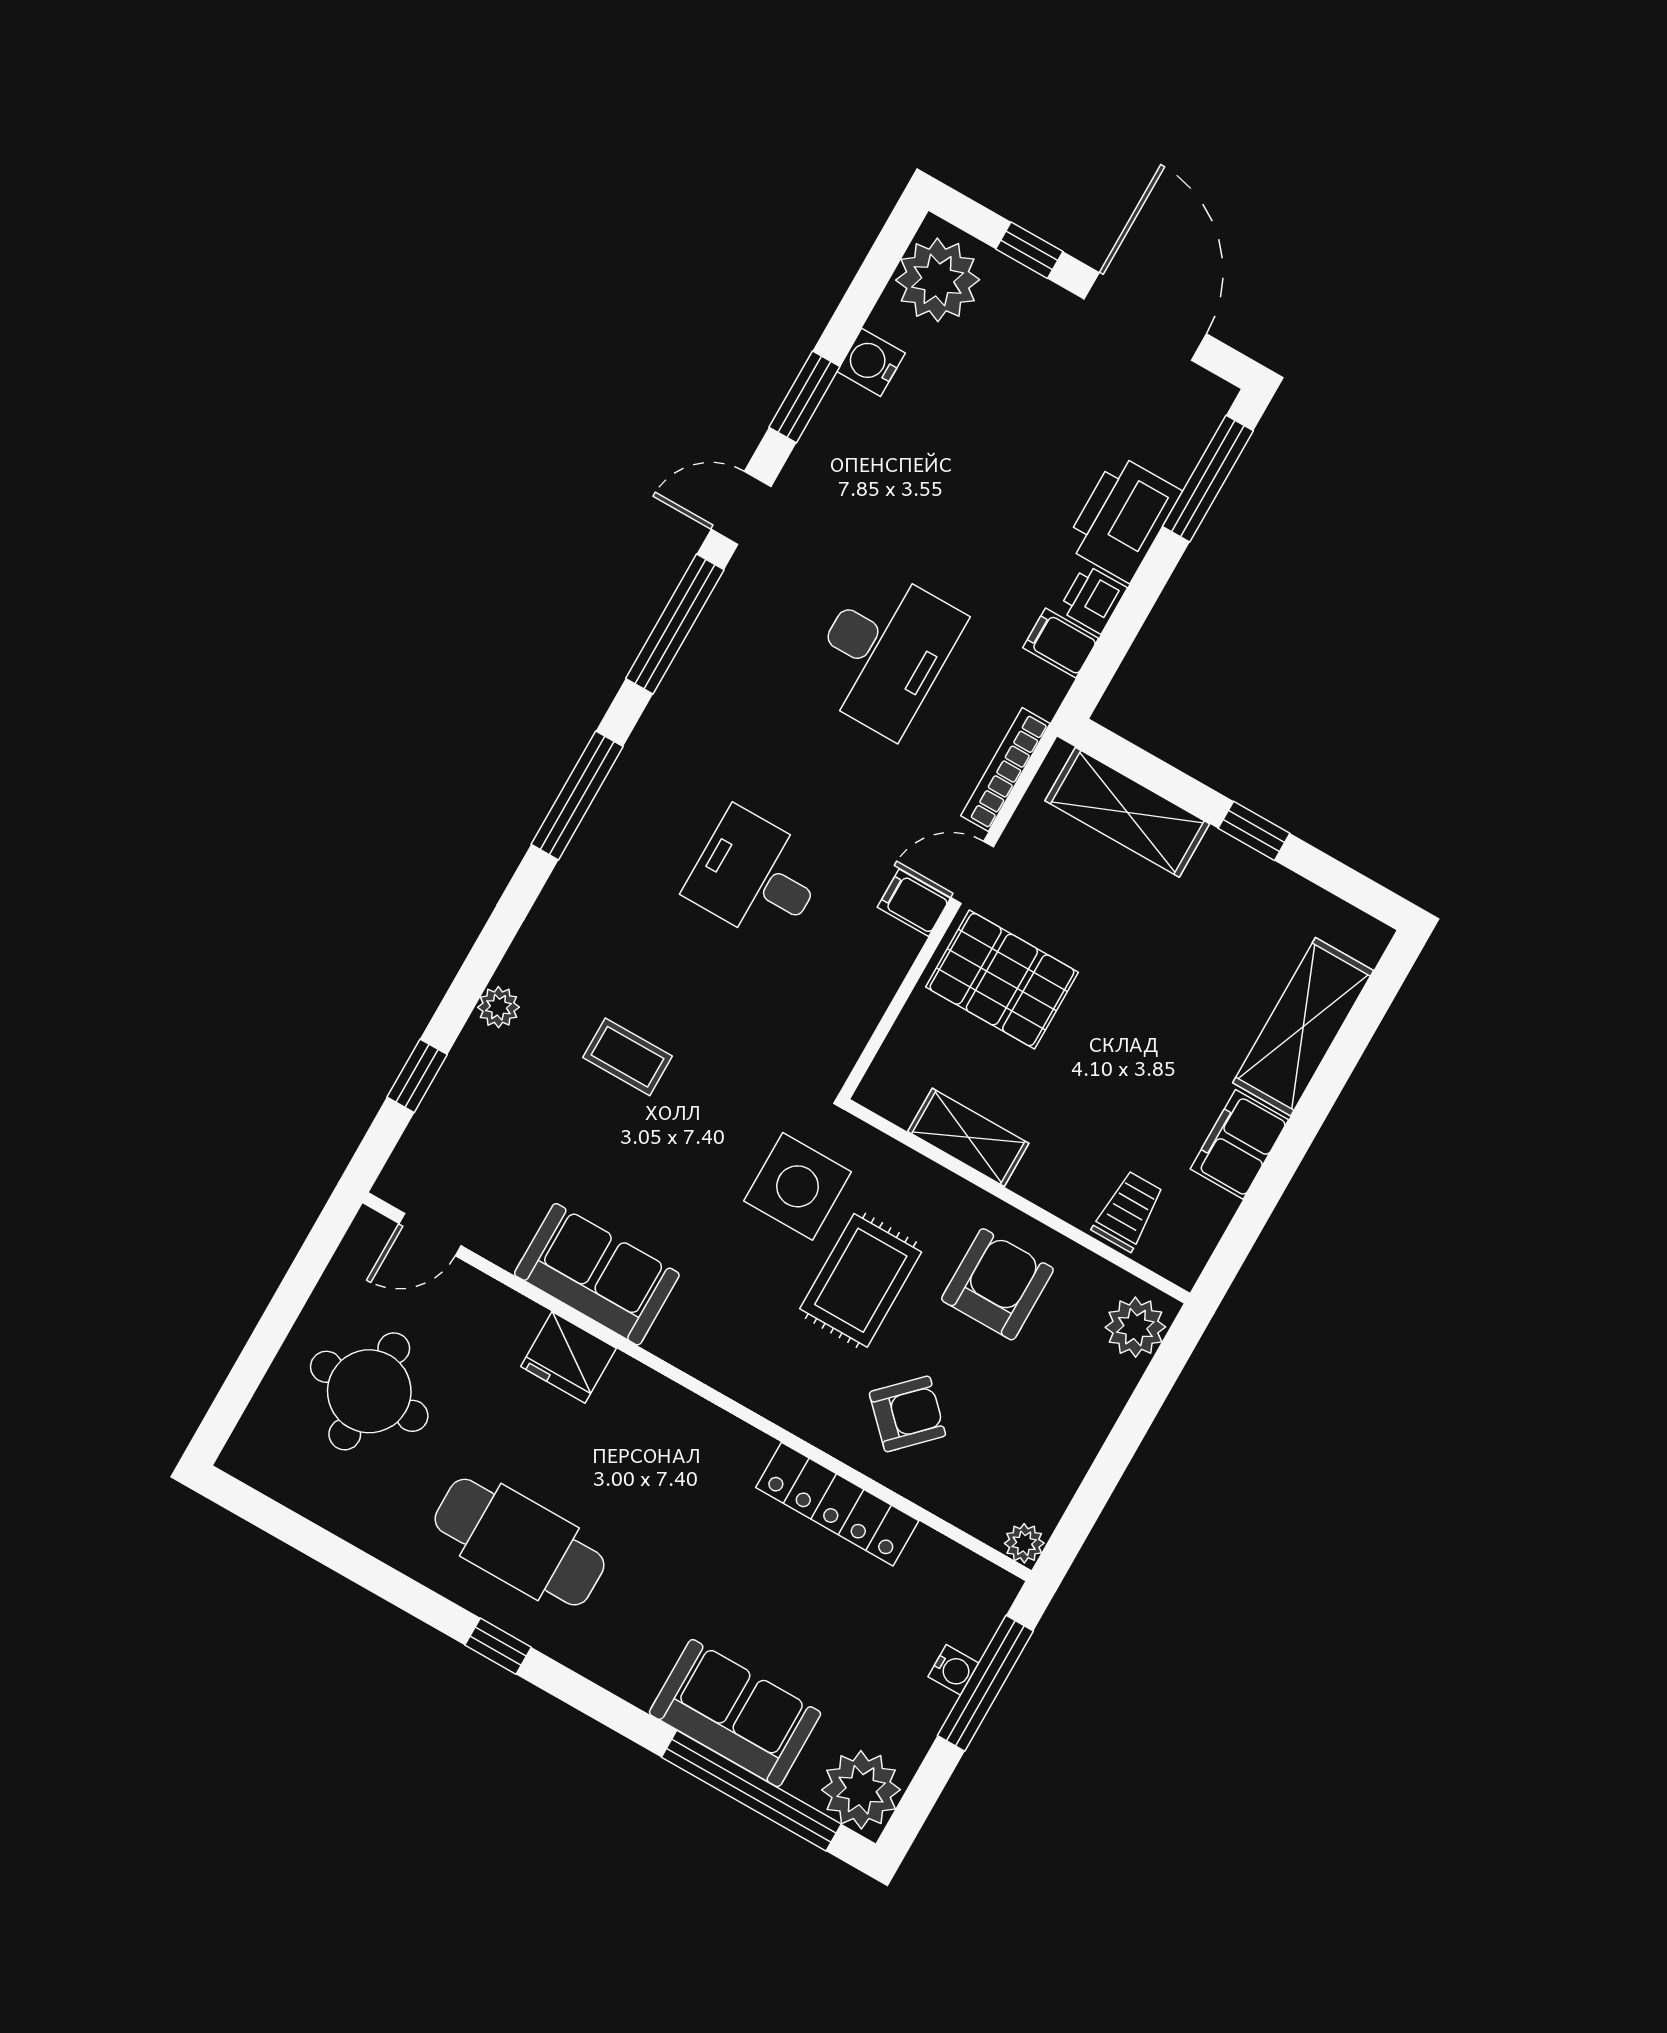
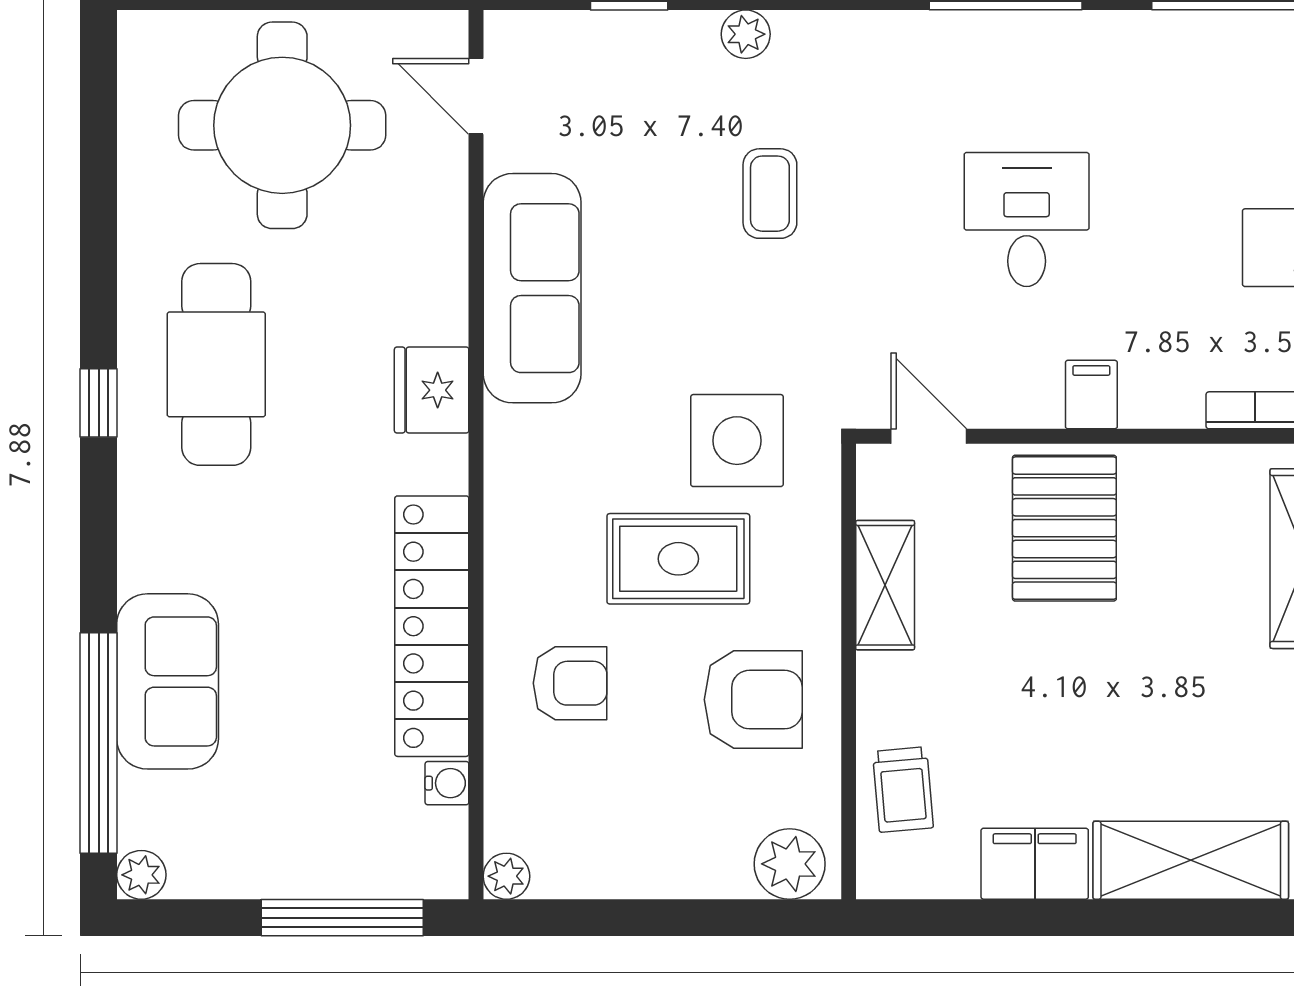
door: (972, 872) -> (929, 436), moved
trolley: (1128, 1211) -> (903, 790), turned 85
sofa: (597, 1274) -> (532, 288), width x1.36
fridge: (569, 1357) -> (432, 390), moved
round table: (369, 1391) -> (282, 125), width x1.36, depth x1.36
armchair: (907, 1414) -> (570, 683), turned -45
locker: (837, 1504) -> (432, 626), width x1.41, depth x1.21
water cooler: (953, 1670) -> (447, 783), moved, turned -90
plant: (861, 1790) -> (141, 875), width x0.53, depth x0.53

